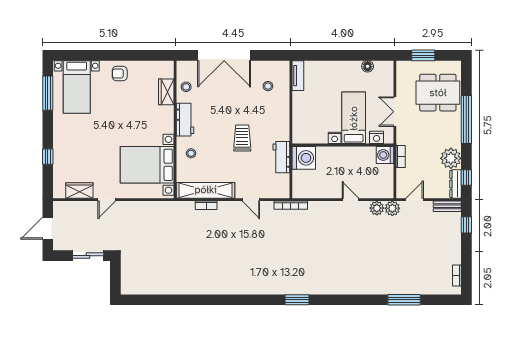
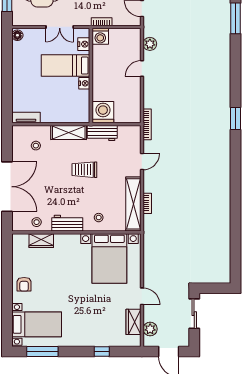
floor lamp: (368, 66) -> (17, 35), moved
shelving: (282, 121) -> (69, 133), added
plant: (392, 208) -> (150, 329), moved

